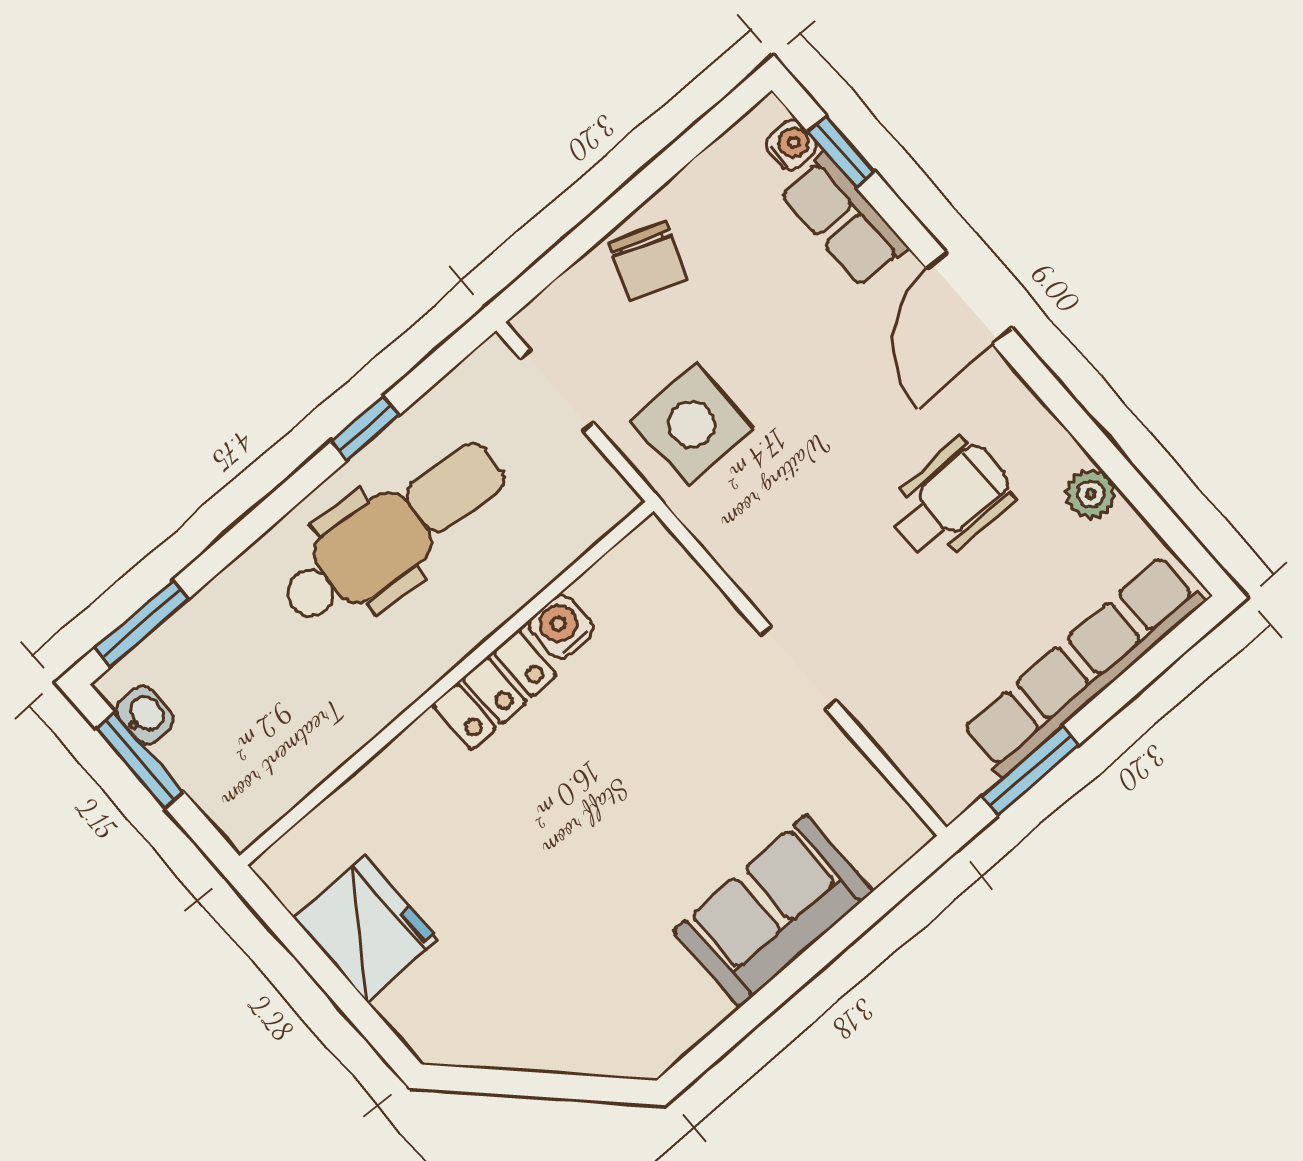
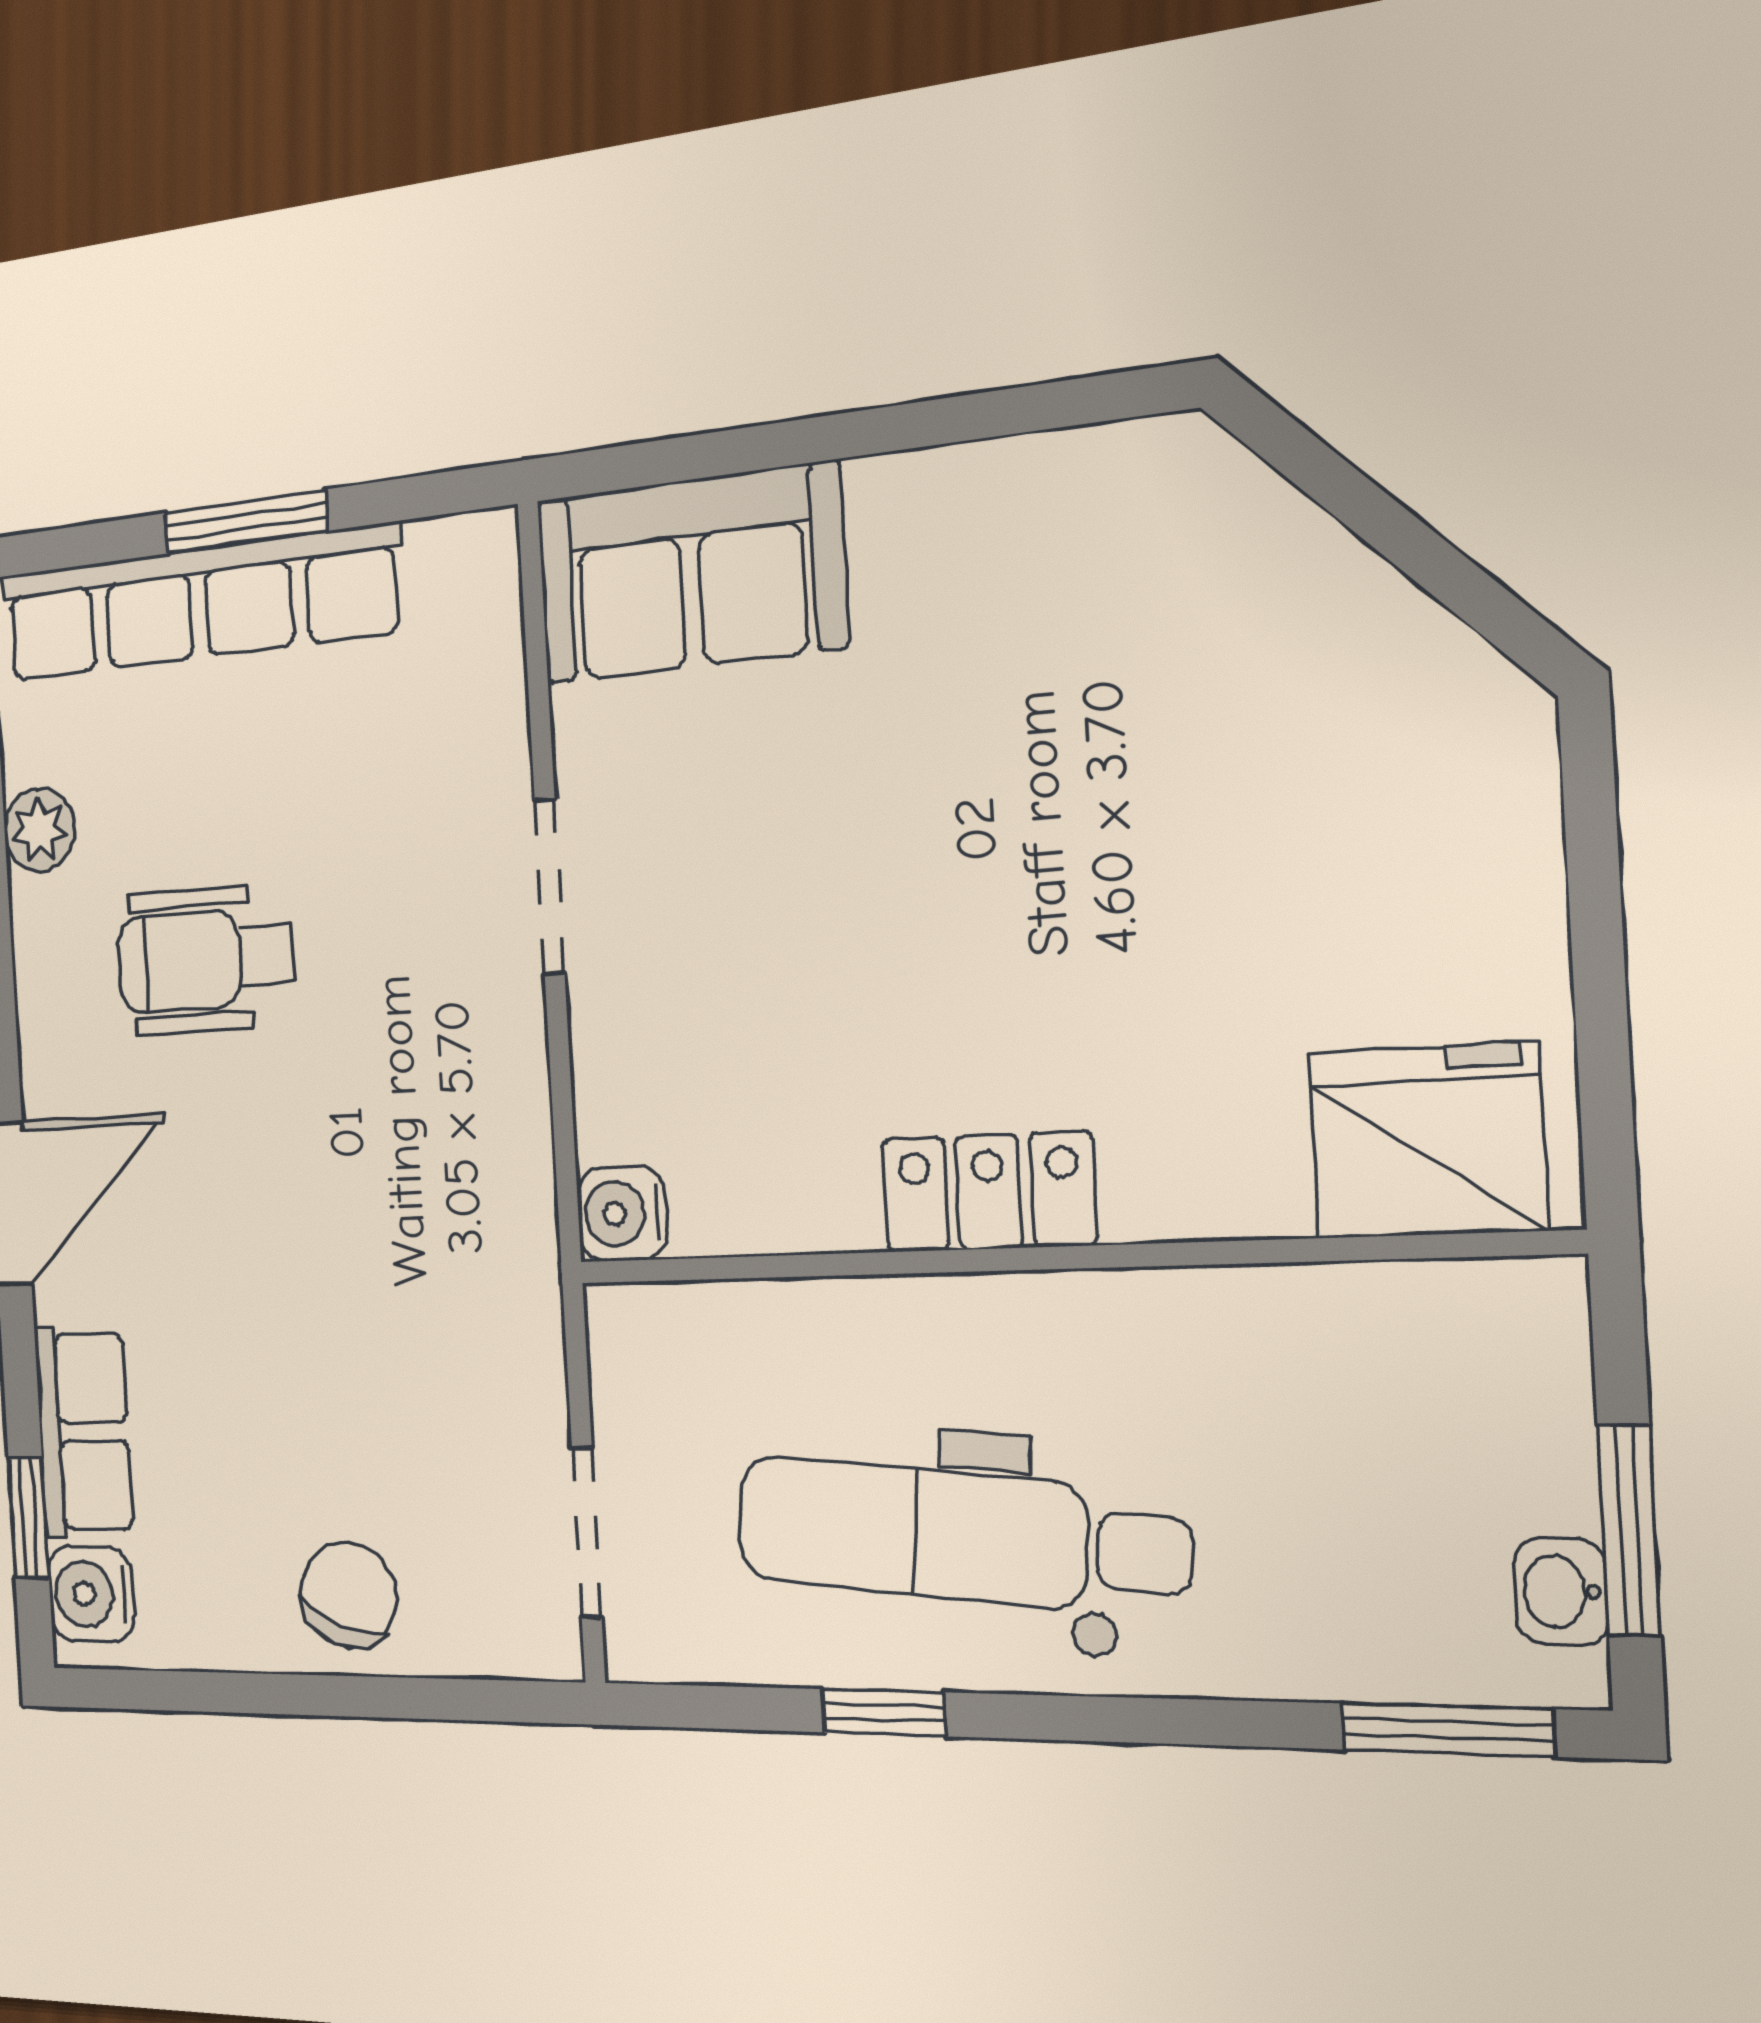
water cooler: (791, 145) -> (91, 1594), width x1.38, depth x1.38
side table: (692, 424) -> (448, 1336), removed
water cooler: (561, 627) -> (622, 1214), moved, turned 90
window: (1030, 771) -> (245, 522), moved
sofa: (773, 911) -> (690, 573), moved
fridge: (366, 929) -> (1427, 1141), moved, turned 90

